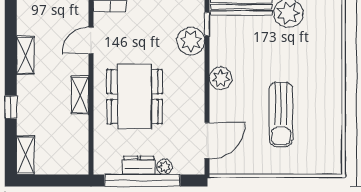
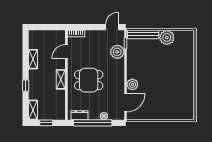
plant: (221, 78) -> (132, 84), moved
dining table: (135, 97) -> (89, 80), width x0.73
sun lounger: (281, 114) -> (163, 89), removed
dresser: (139, 165) -> (79, 115), moved
window: (51, 180) -> (46, 123), added

